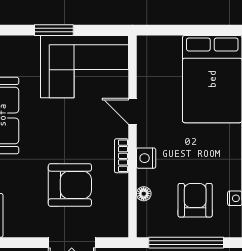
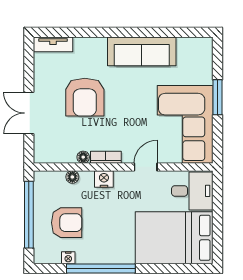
desk: (160, 59) -> (192, 191), added
floor lamp: (121, 181) -> (83, 157), added
armchair: (70, 185) -> (85, 97), moved

